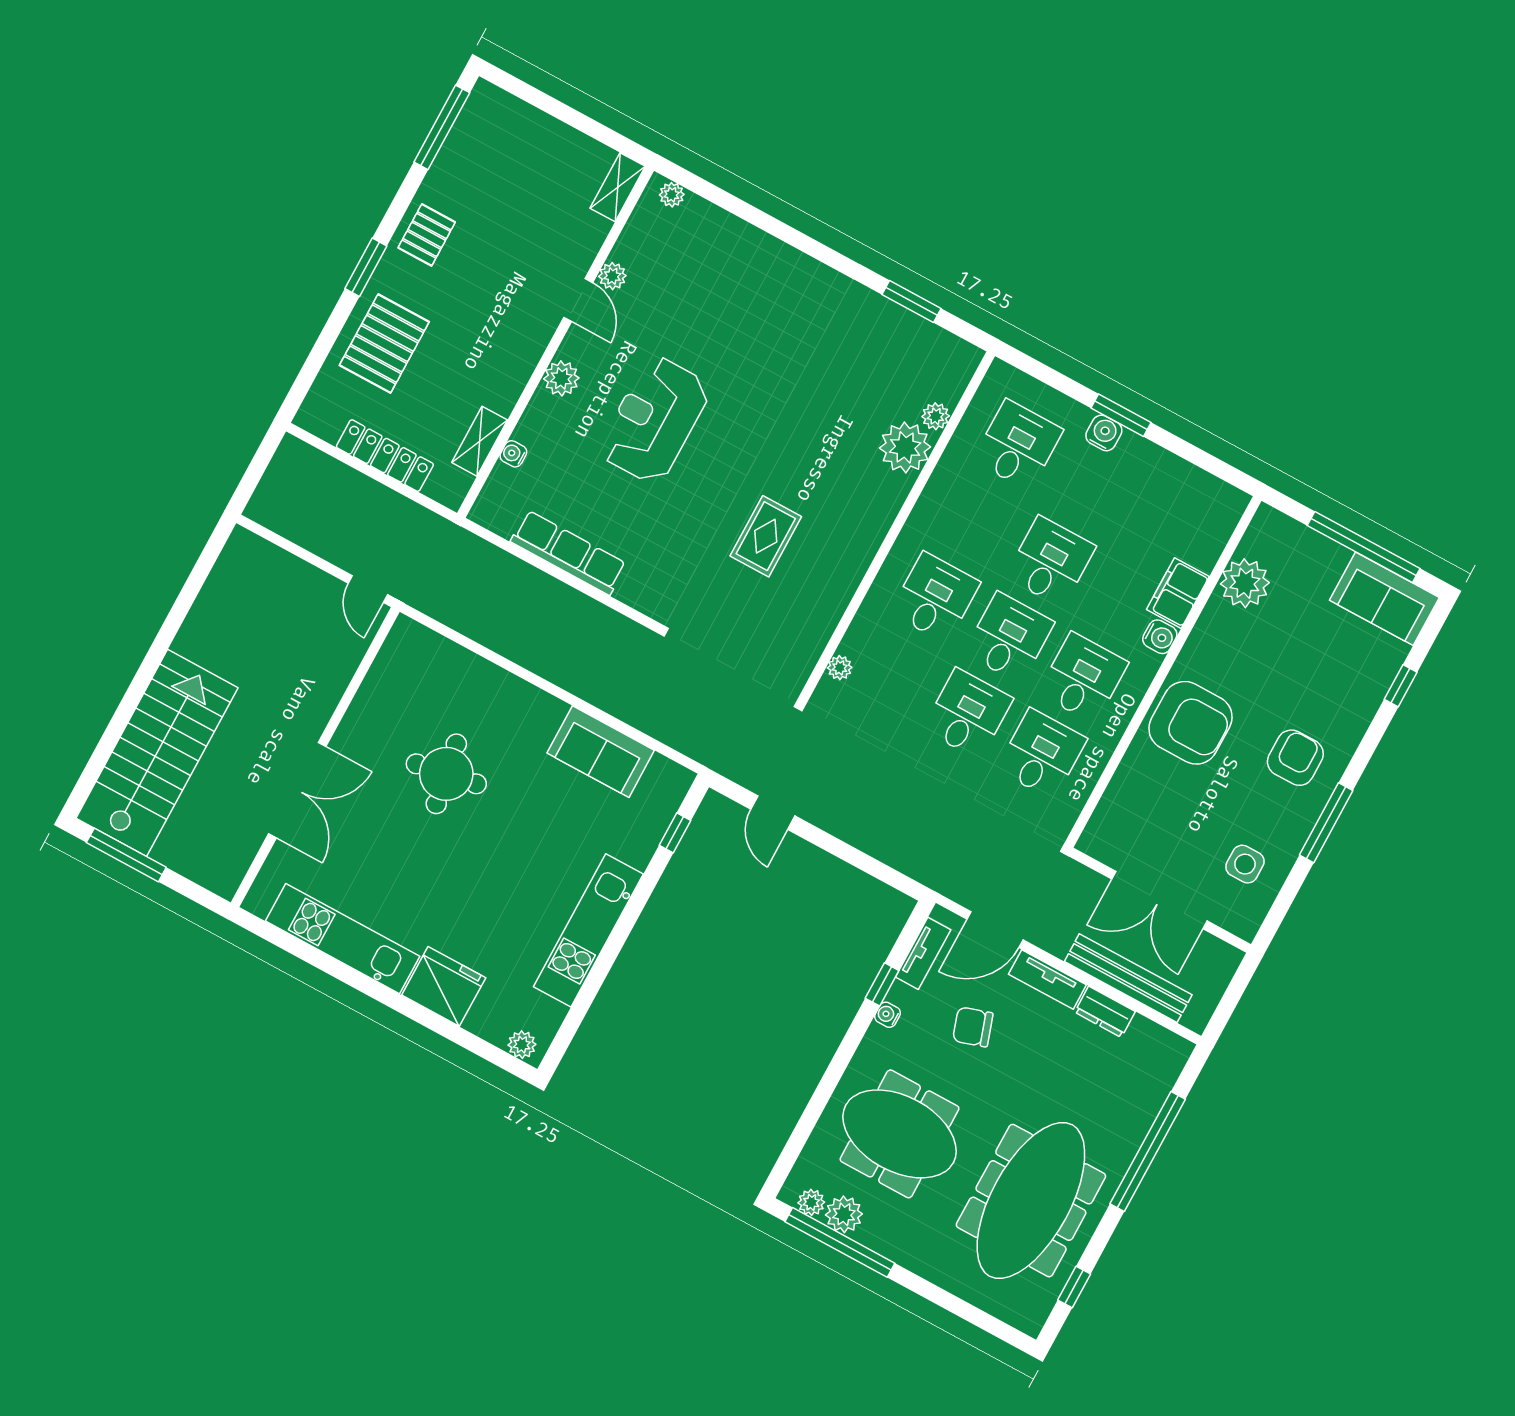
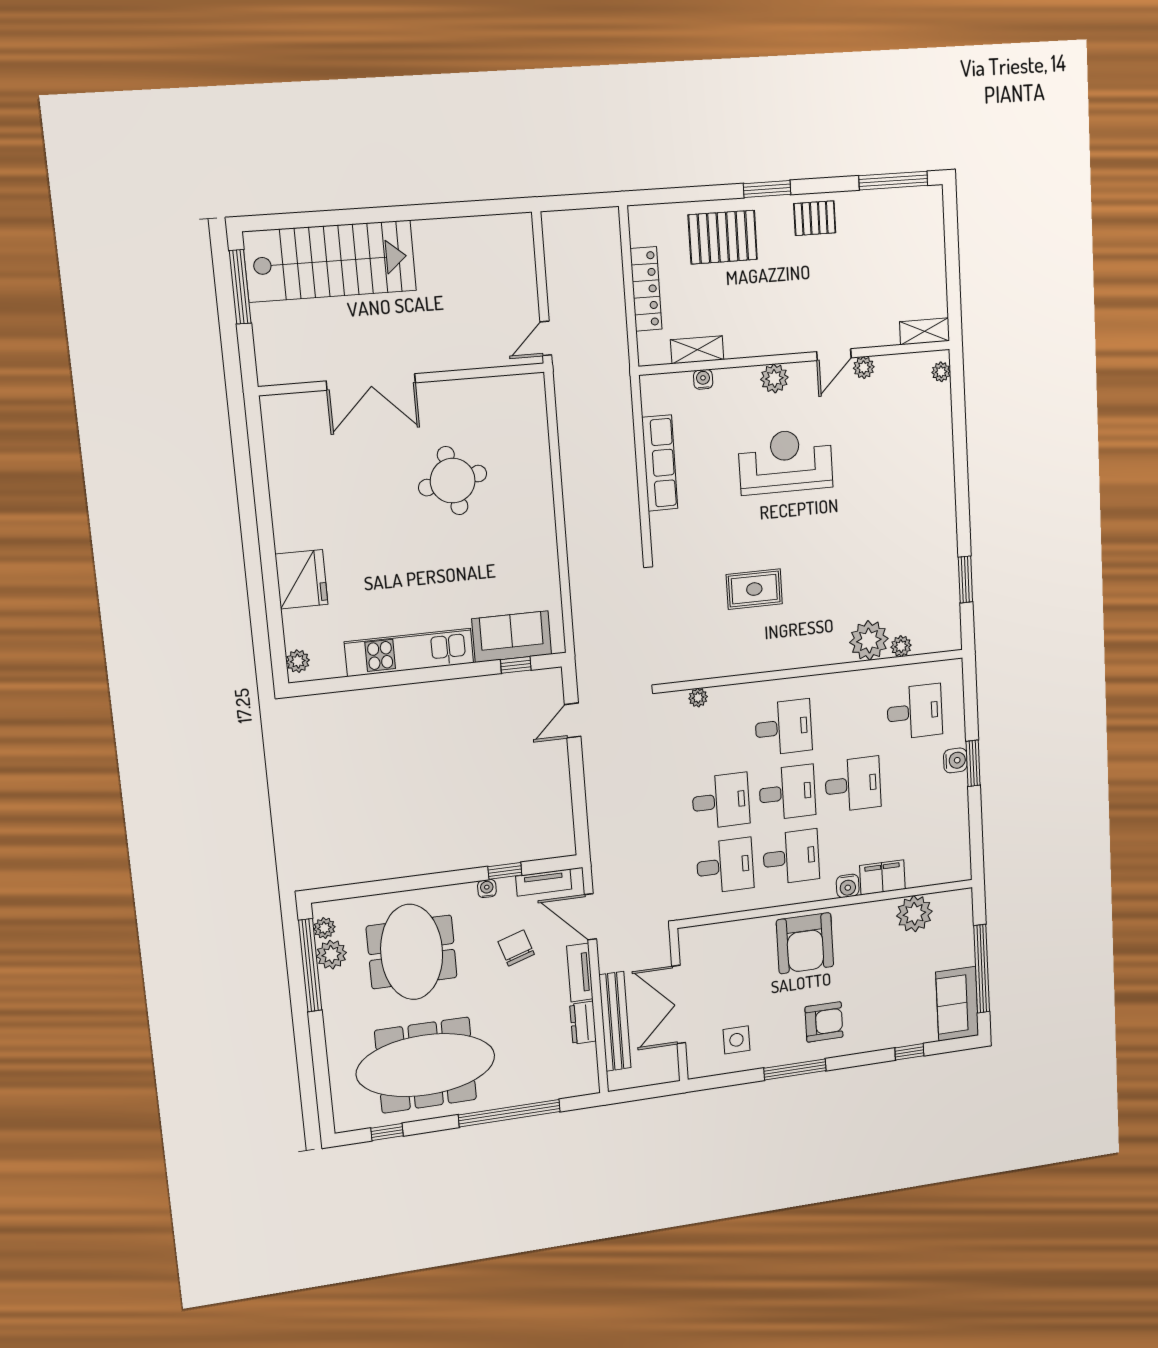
sofa: (601, 752) -> (512, 637), moved, turned 90
kitchen unit: (343, 939) -> (287, 485), removed

